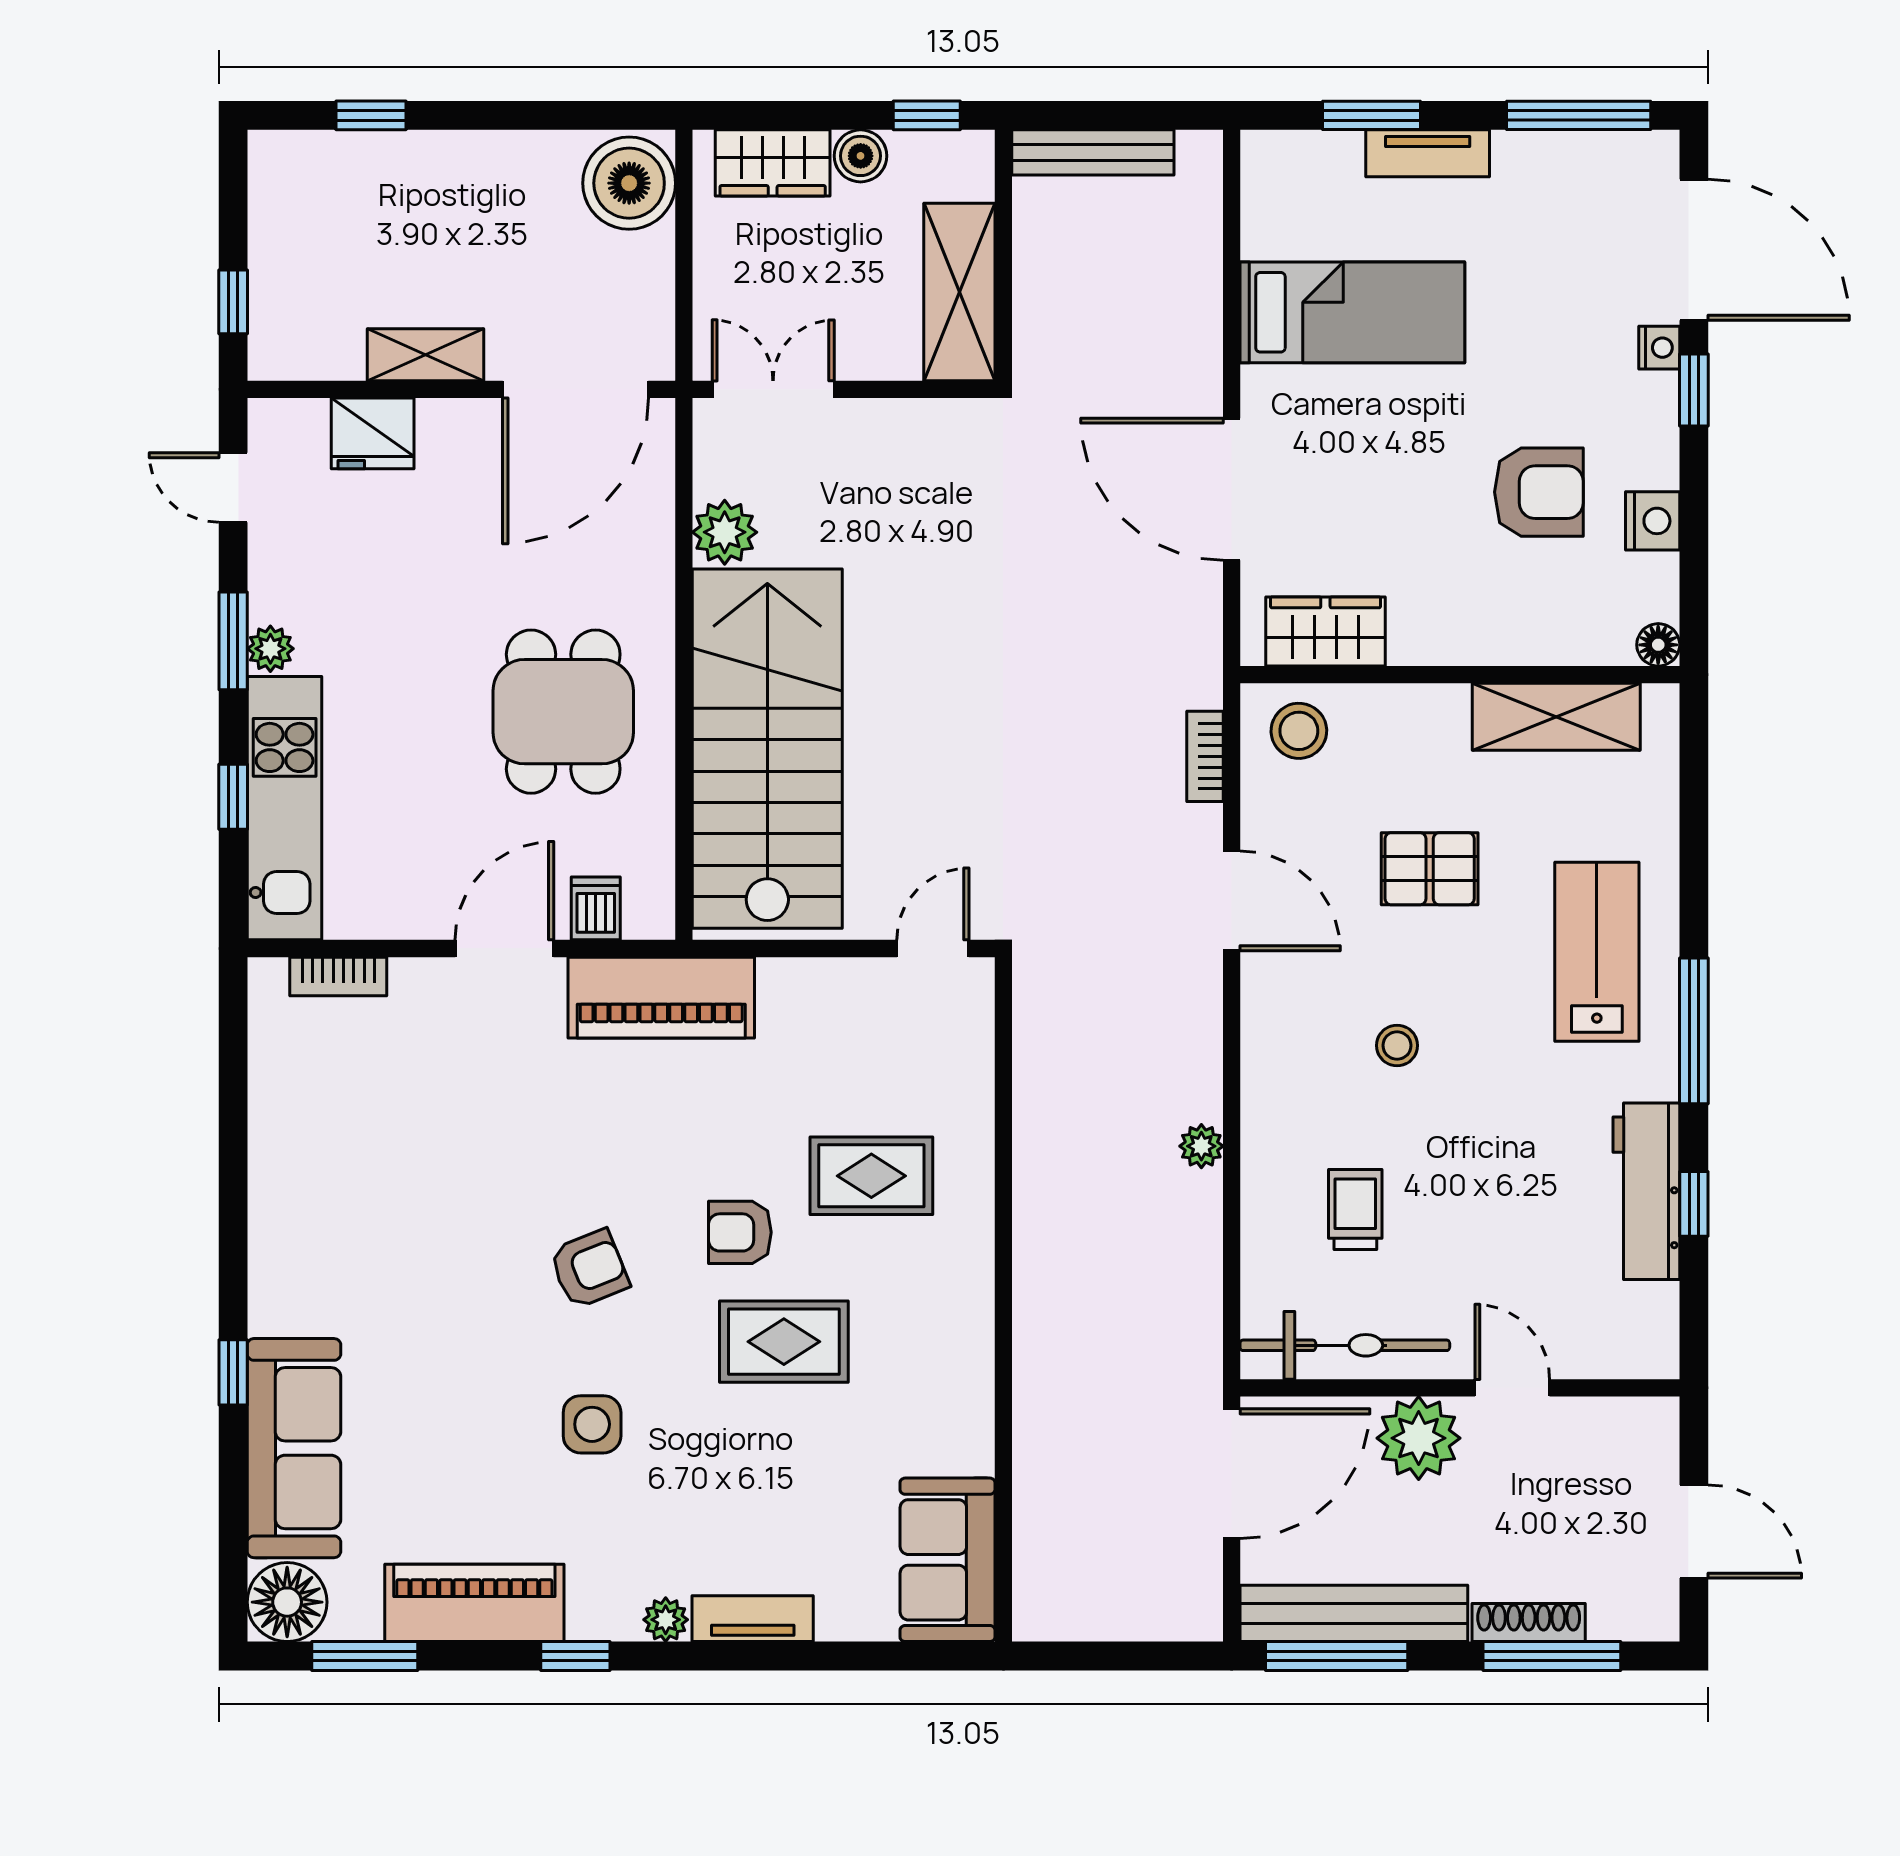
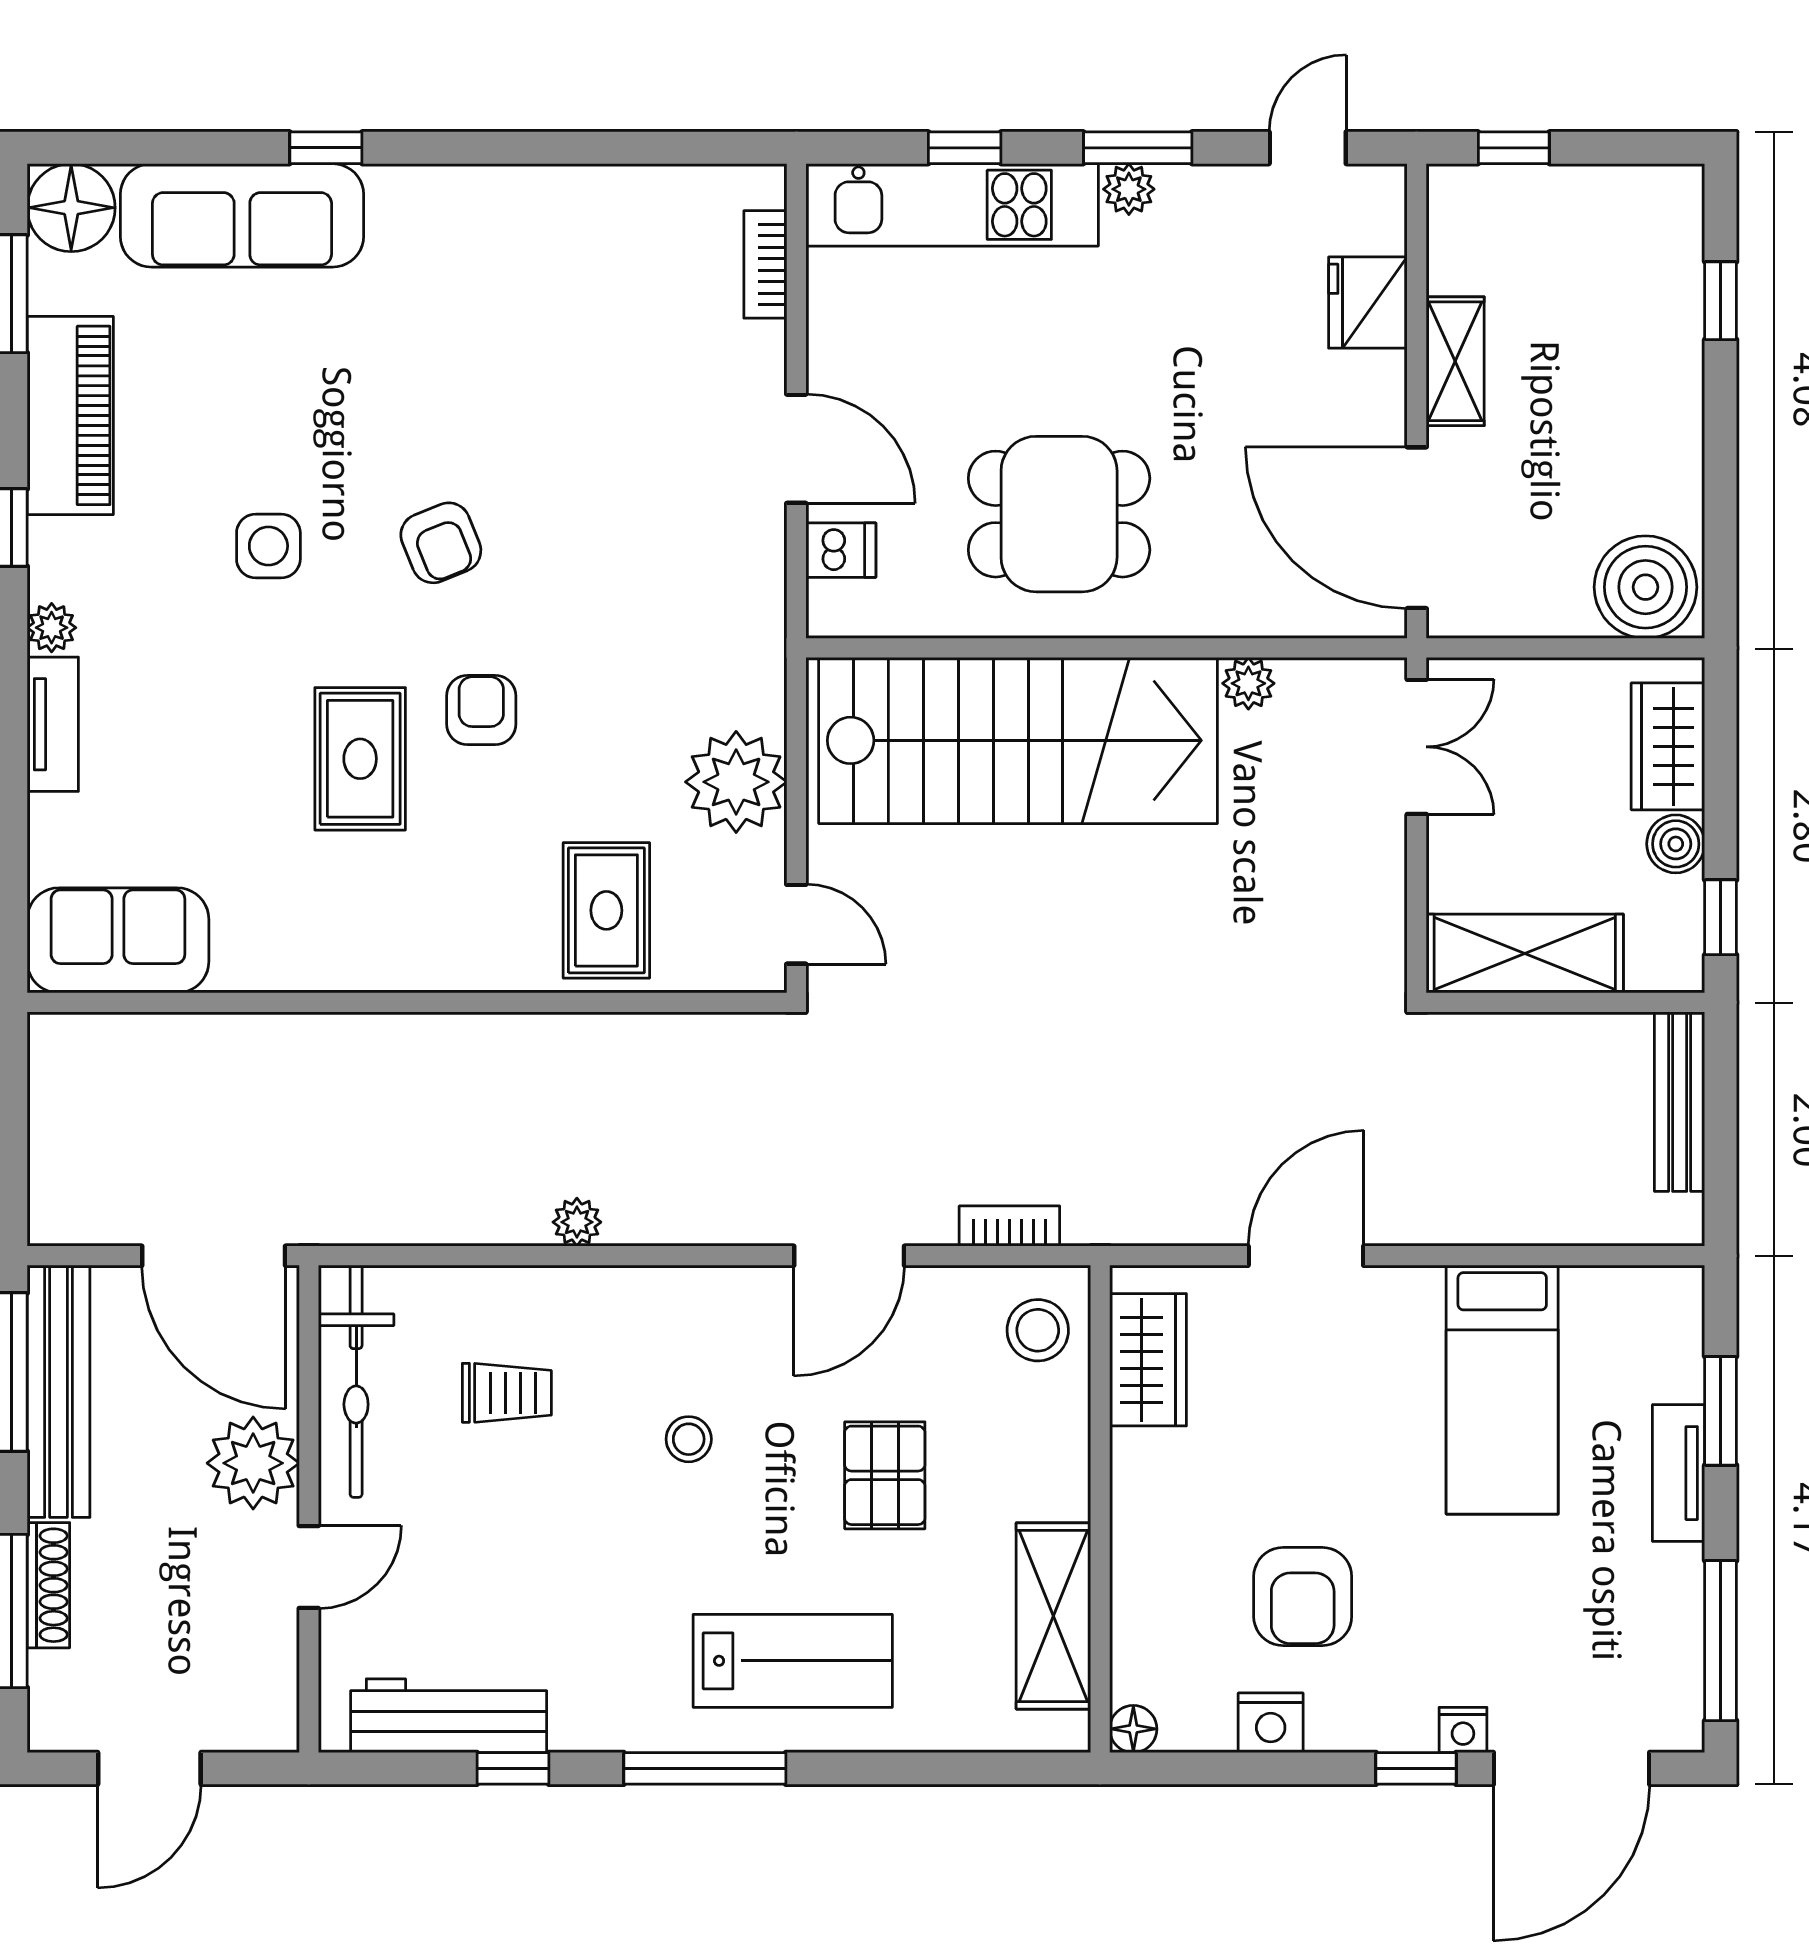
door: (1232, 489) -> (1306, 1256), width x0.73
plant: (725, 532) -> (1248, 683), width x0.73, depth x0.73
piano: (661, 998) -> (742, 623), removed
plant: (805, 1003) -> (736, 782), added
rug: (871, 1176) -> (606, 910), moved
workbench: (1646, 1191) -> (449, 1716), moved

